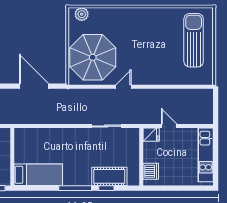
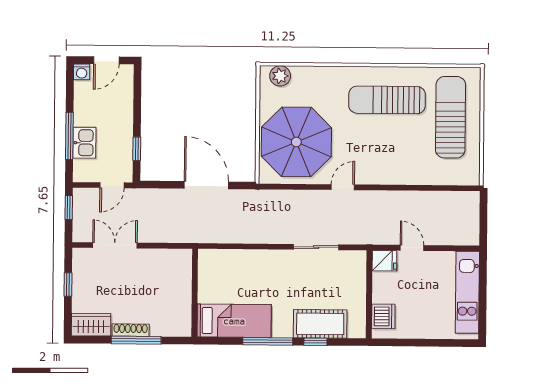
sun lounger: (152, 29) -> (387, 100), added
wall: (12, 157) -> (195, 293), moved
bed: (38, 175) -> (234, 321), moved

